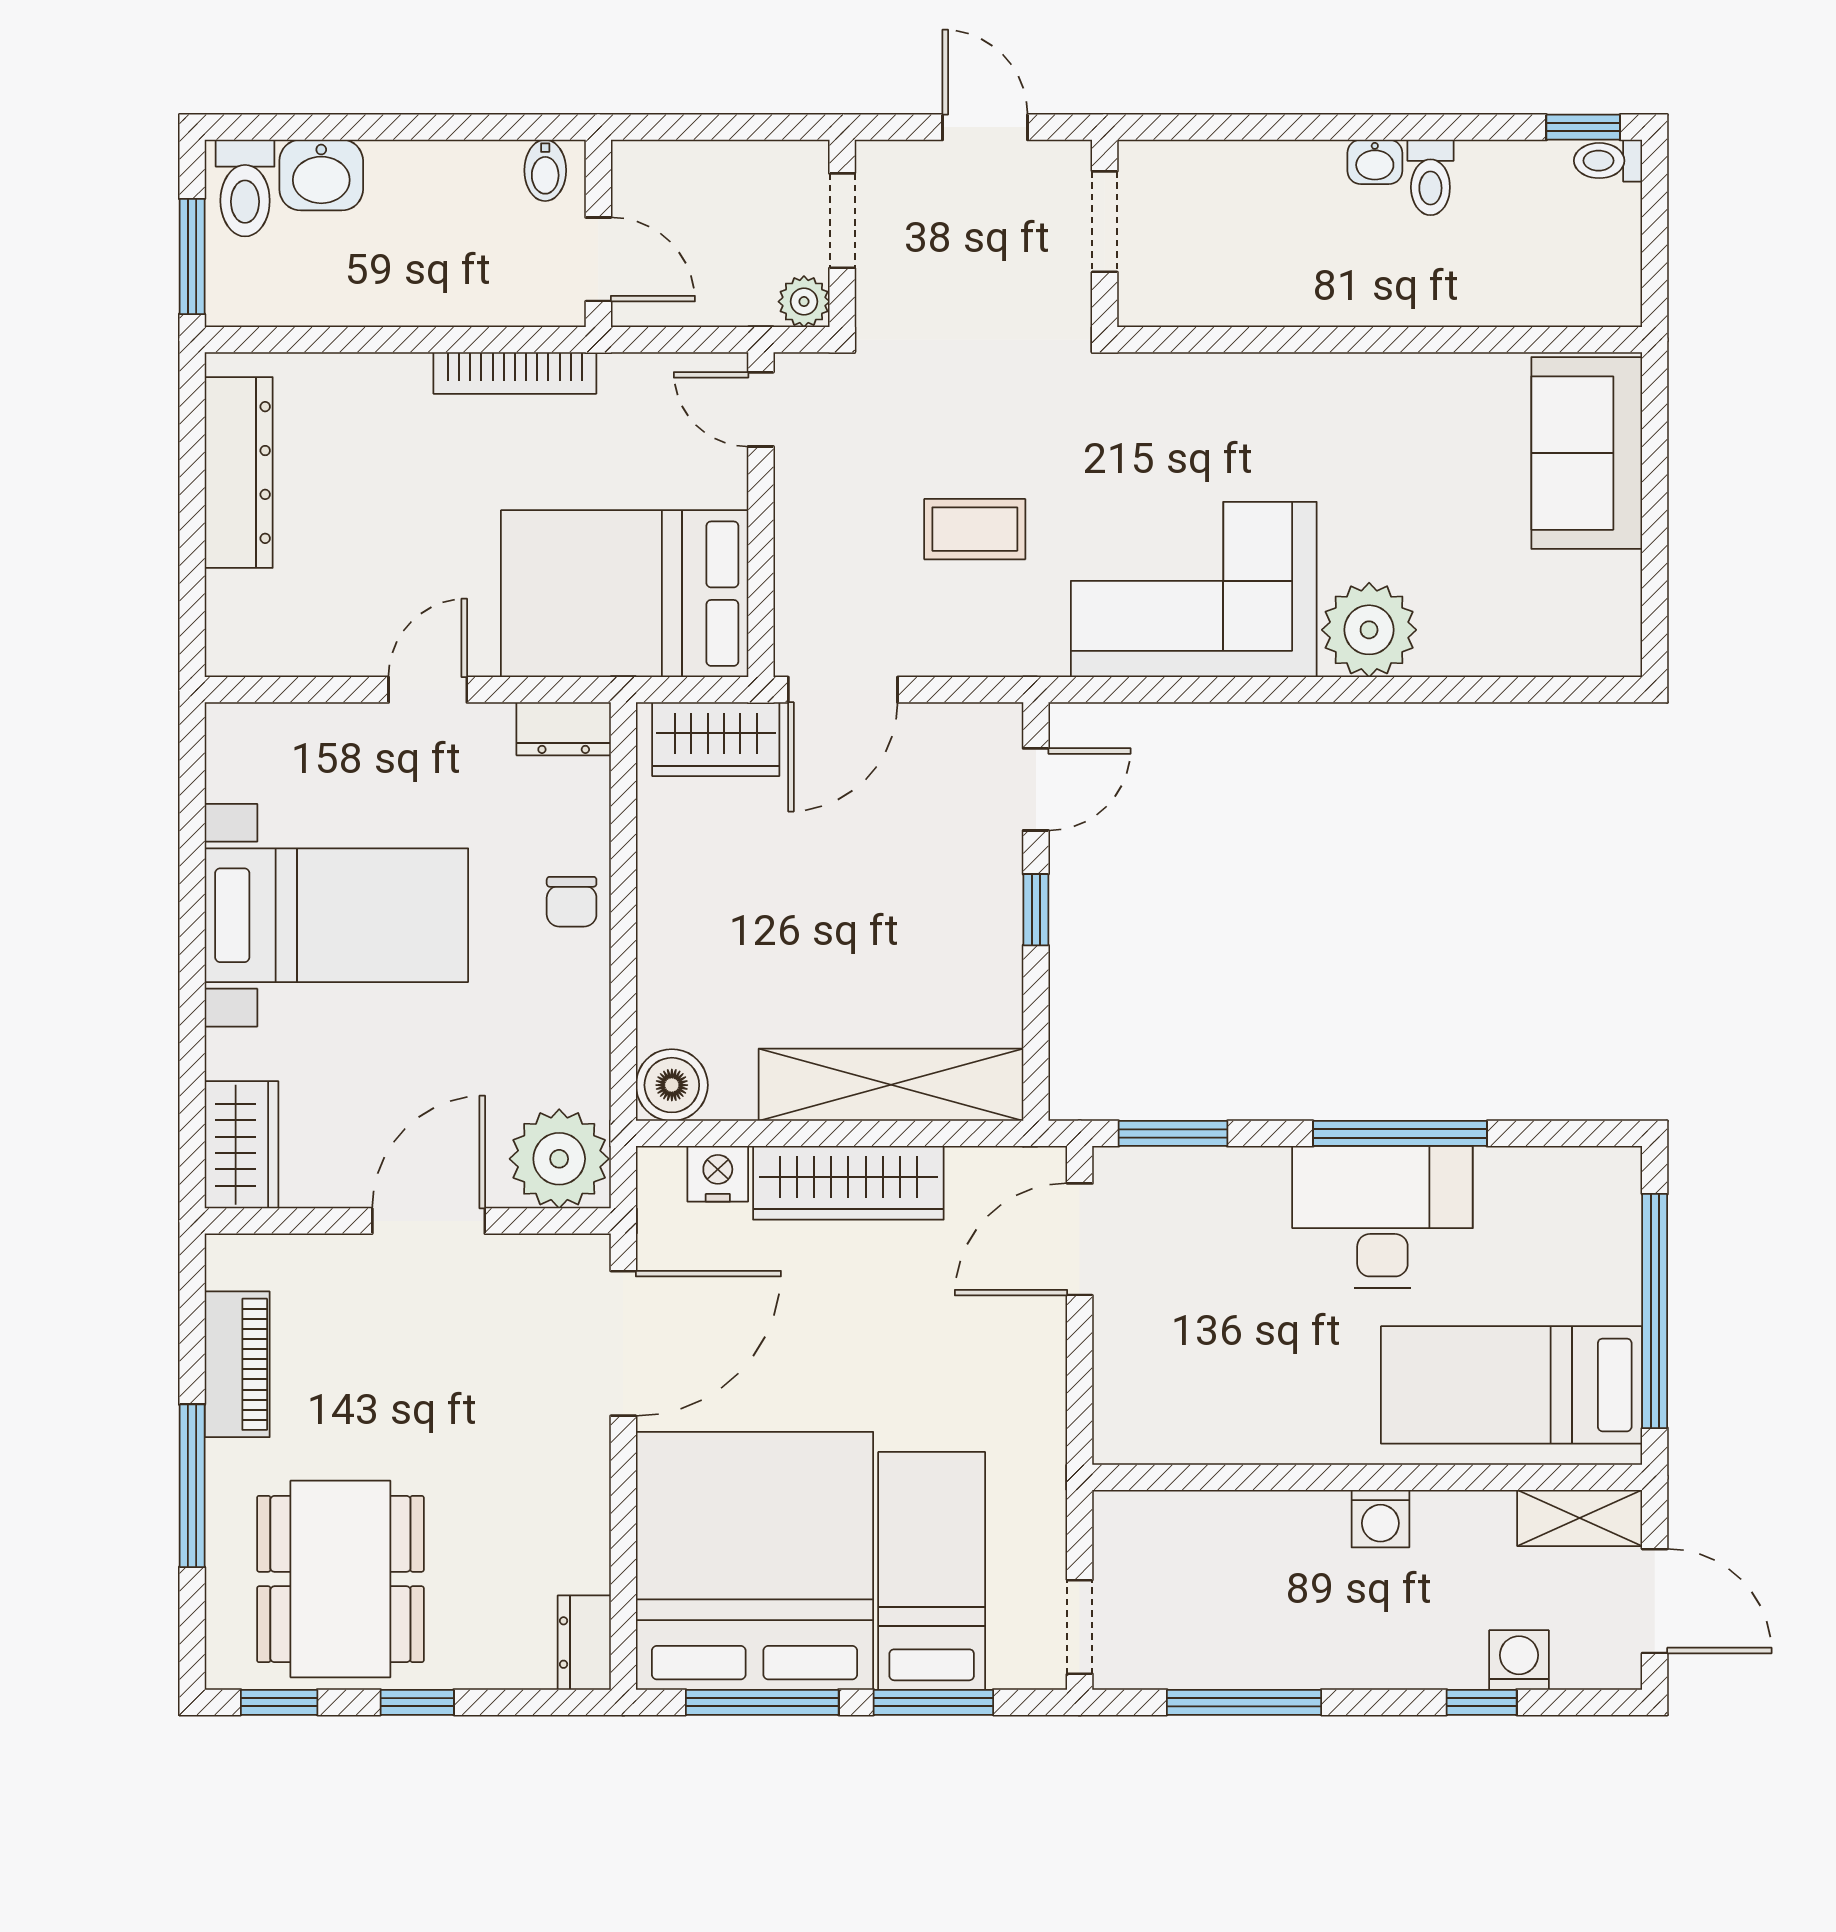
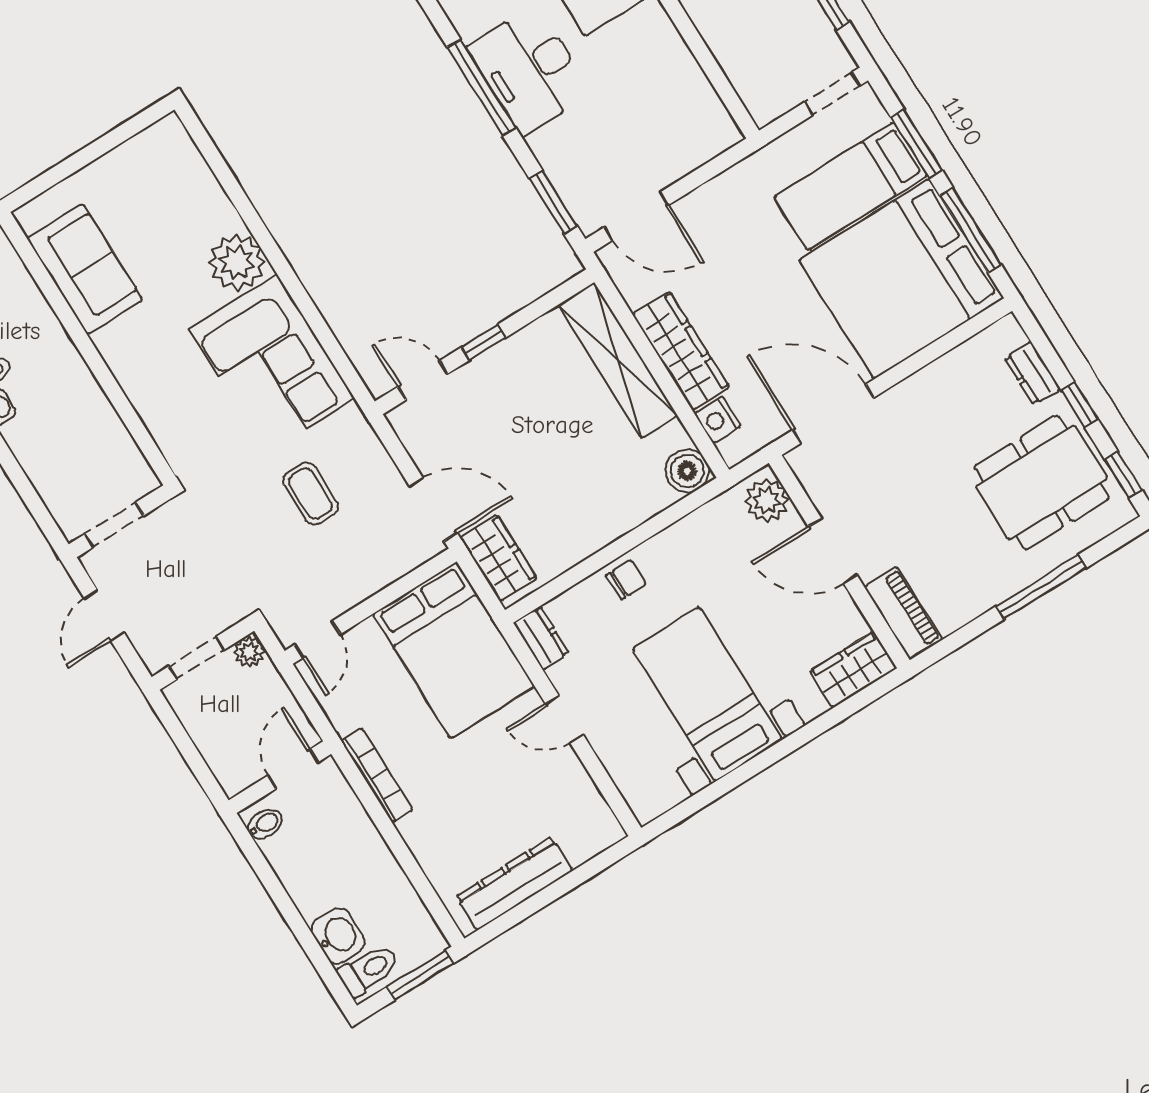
sofa: (1587, 453) -> (85, 269), moved, turned -90
plant: (559, 1159) -> (767, 500), width x0.73, depth x0.73
piano: (237, 1364) -> (903, 613), moved, turned 90
dresser: (584, 1643) -> (1032, 373), moved, turned 90

